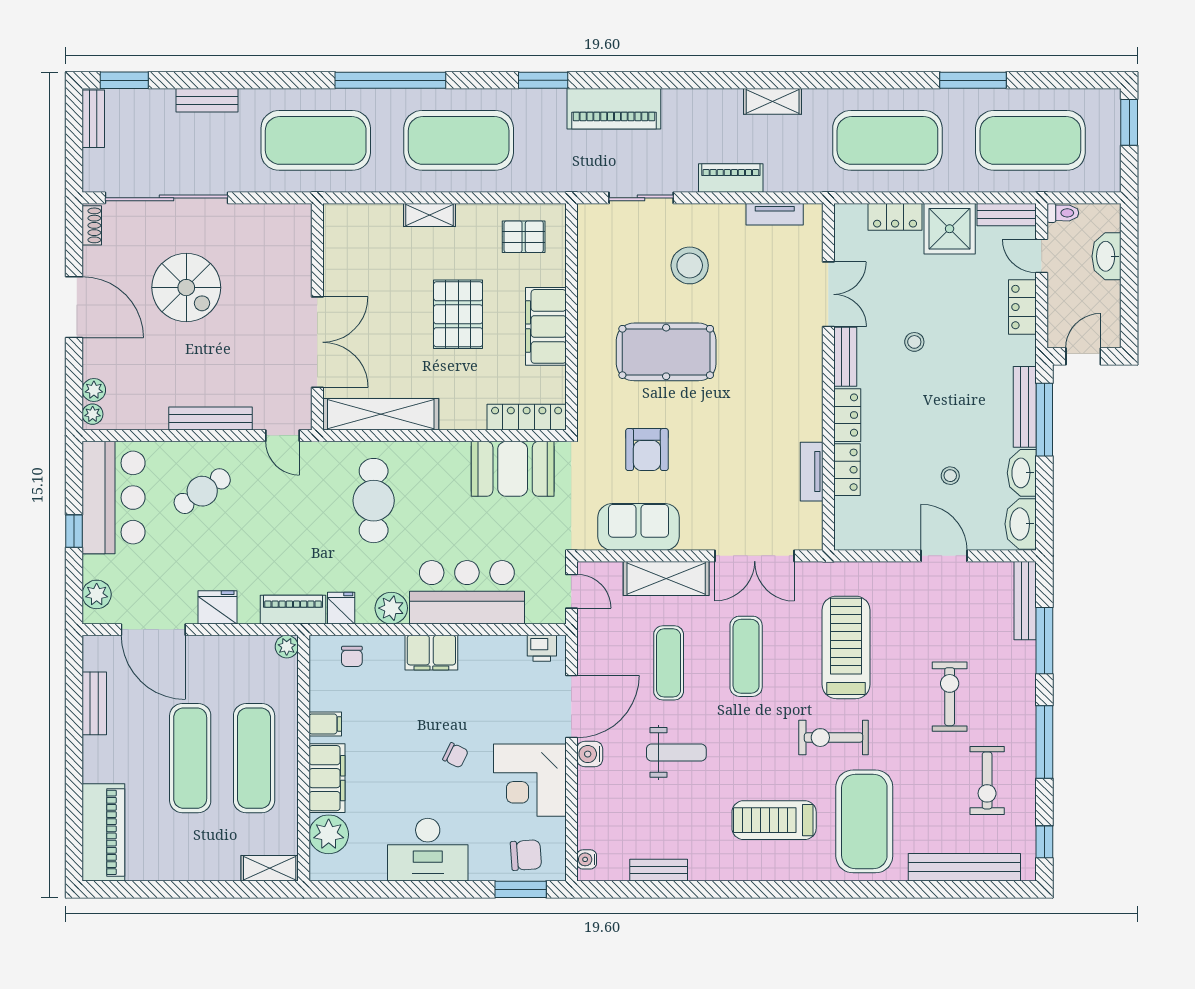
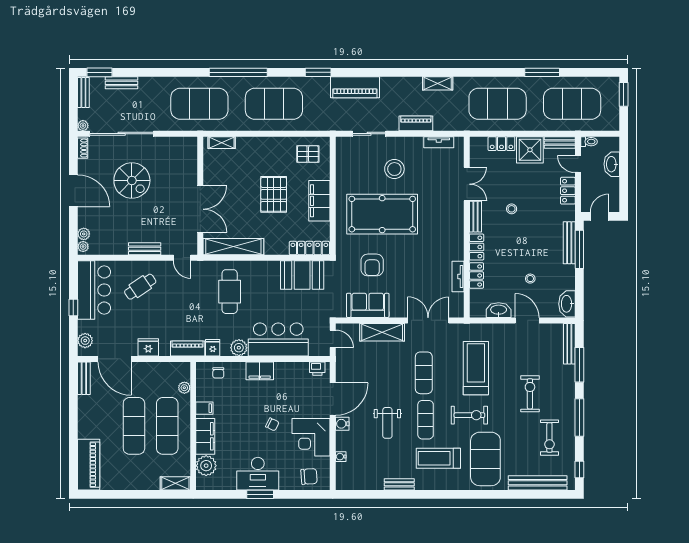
bench: (207, 100) -> (121, 83), moved
plant: (92, 182) -> (83, 126), added
shelving: (429, 215) -> (222, 143), moved
pool table: (666, 352) -> (382, 214), width x1.36, depth x1.32
bench: (211, 418) -> (145, 249), width x0.73
washbasin: (1022, 473) -> (499, 310), moved, turned 90
double door: (755, 556) -> (428, 320), swing flipped
plant: (287, 647) -> (184, 388), moved
exercise mat: (669, 663) -> (426, 420), moved
bench: (94, 703) -> (84, 378), moved
exercise bike: (834, 738) -> (469, 415), turned 180
weight bench: (676, 752) -> (387, 423), turned 90
water cooler: (587, 859) -> (341, 457), moved
bench: (659, 870) -> (399, 484), moved
window: (521, 889) -> (260, 494), moved

